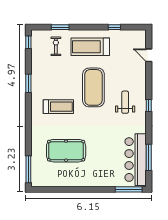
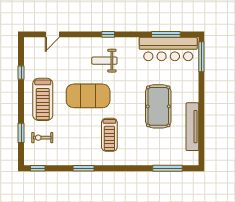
treadmill: (58, 107) -> (109, 135), turned 180
pool table: (66, 151) -> (158, 106), moved
window: (28, 169) -> (167, 168), moved
tv unit: (66, 181) -> (192, 127), added

